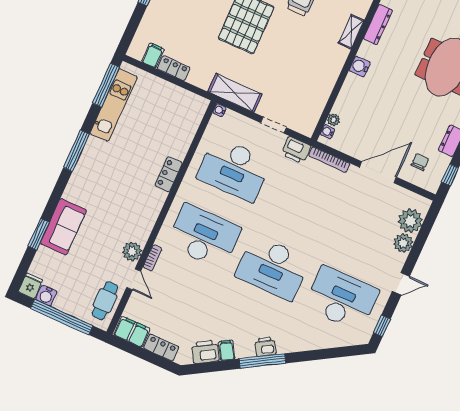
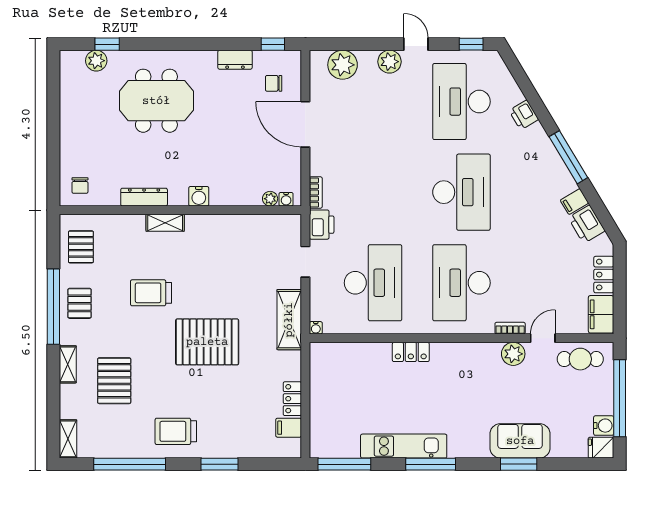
kitchen unit: (114, 105) -> (404, 446), moved
bookcase: (329, 160) -> (316, 192), width x0.64
window: (39, 234) -> (519, 464), moved
plant: (403, 243) -> (389, 62), moved
printer: (265, 347) -> (524, 115), moved

